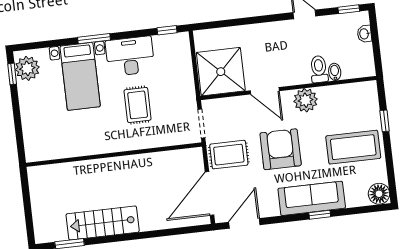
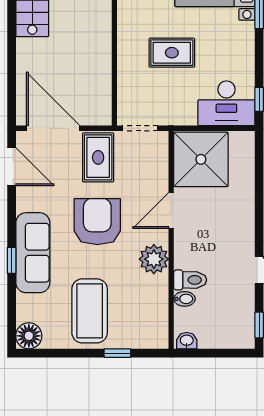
washbasin: (364, 34) -> (187, 341), moved
desk: (130, 56) -> (226, 103), moved, turned 90
armchair: (281, 149) -> (97, 222), turned -90

